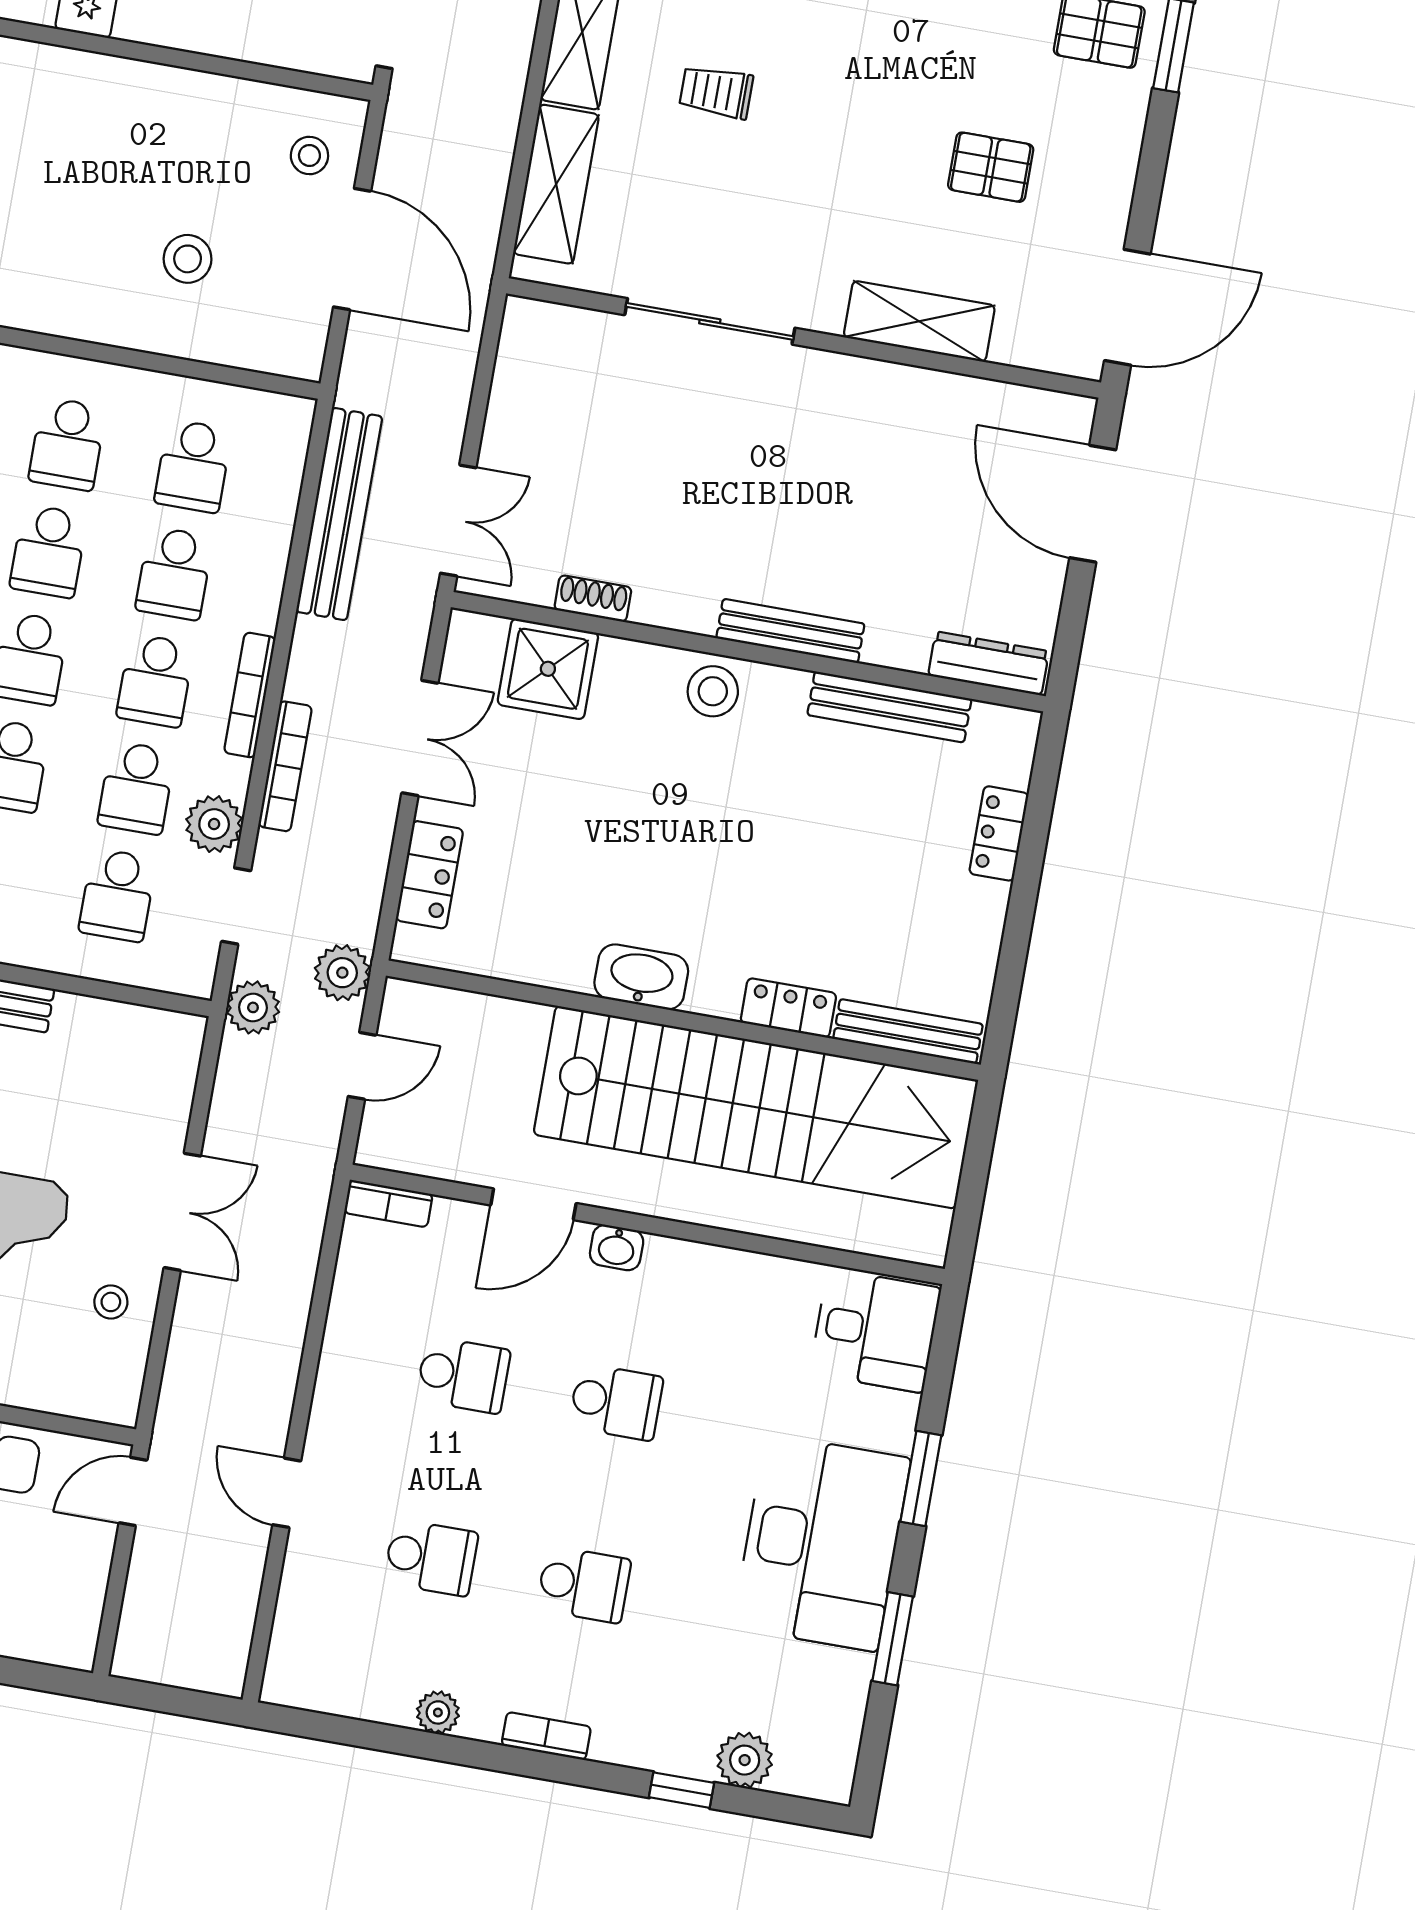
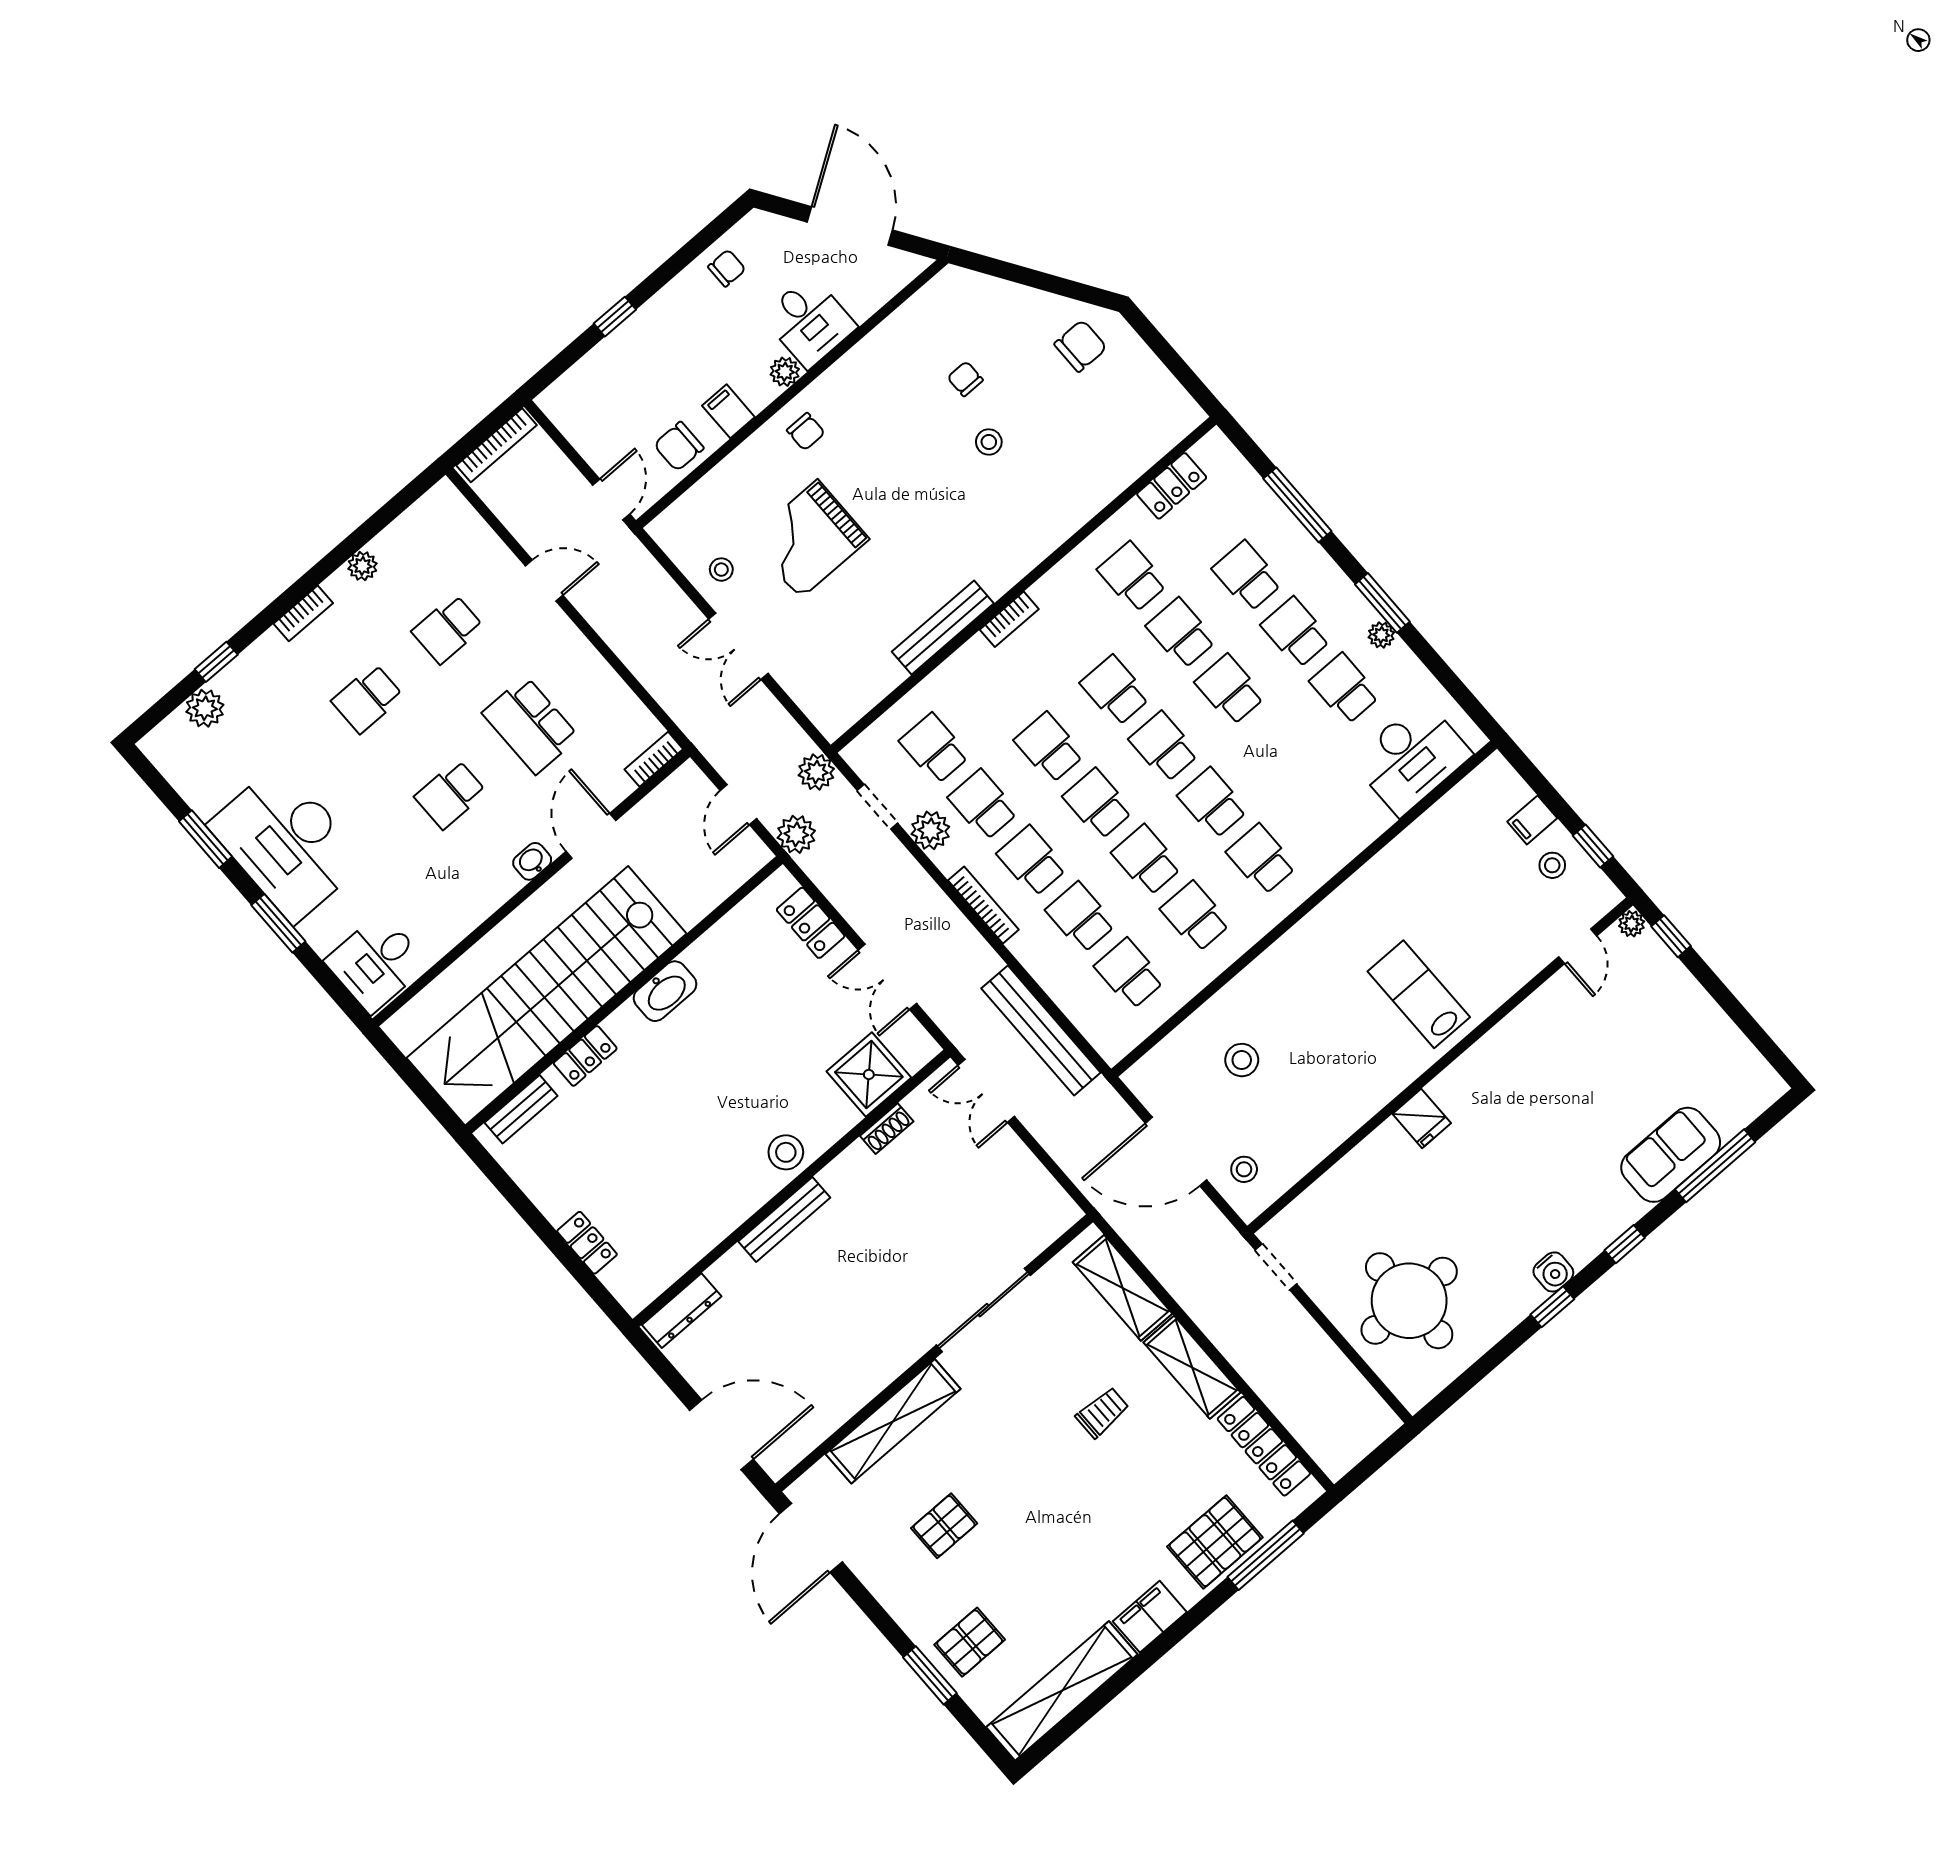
shelving: (919, 321) -> (893, 1421), width x1.47
bench: (889, 707) -> (701, 1239), removed
bookcase: (285, 766) -> (496, 445), moved, turned -90
bench: (908, 1031) -> (521, 1109), width x0.73
school desk: (463, 1375) -> (531, 725), width x1.85

